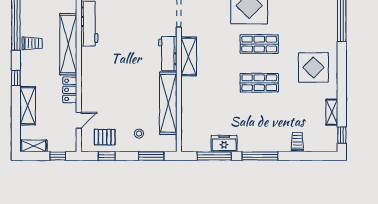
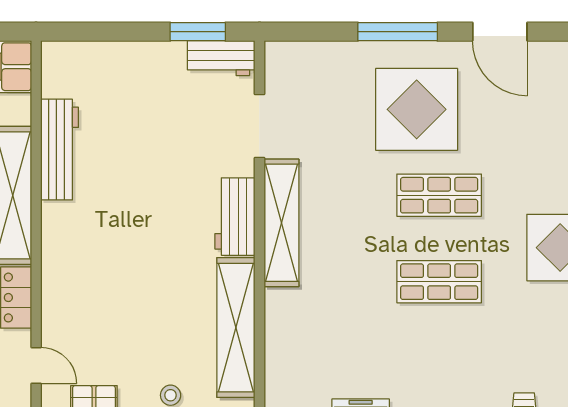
shelving: (189, 56) -> (281, 223), width x1.47
door: (79, 120) -> (36, 366), hinge flipped

